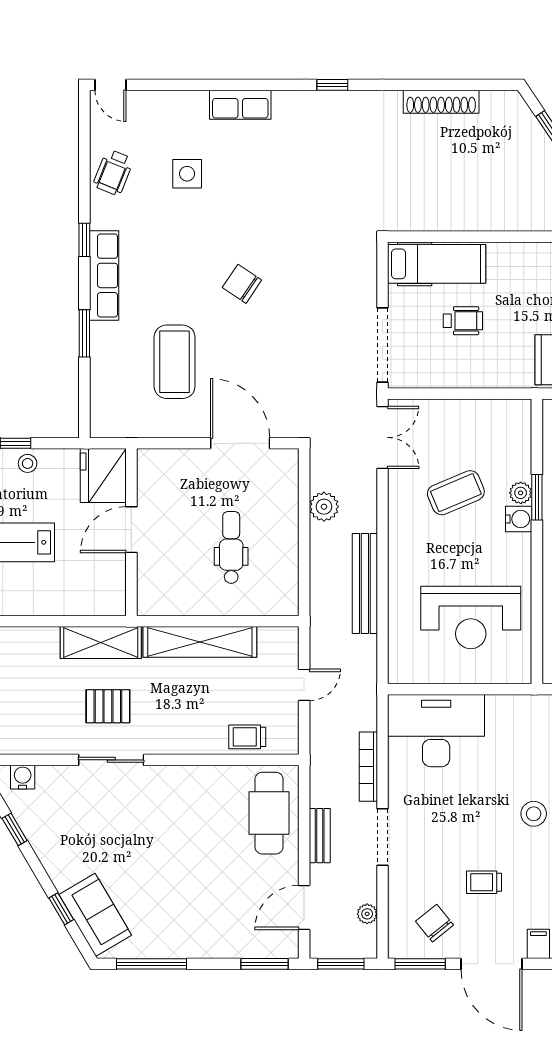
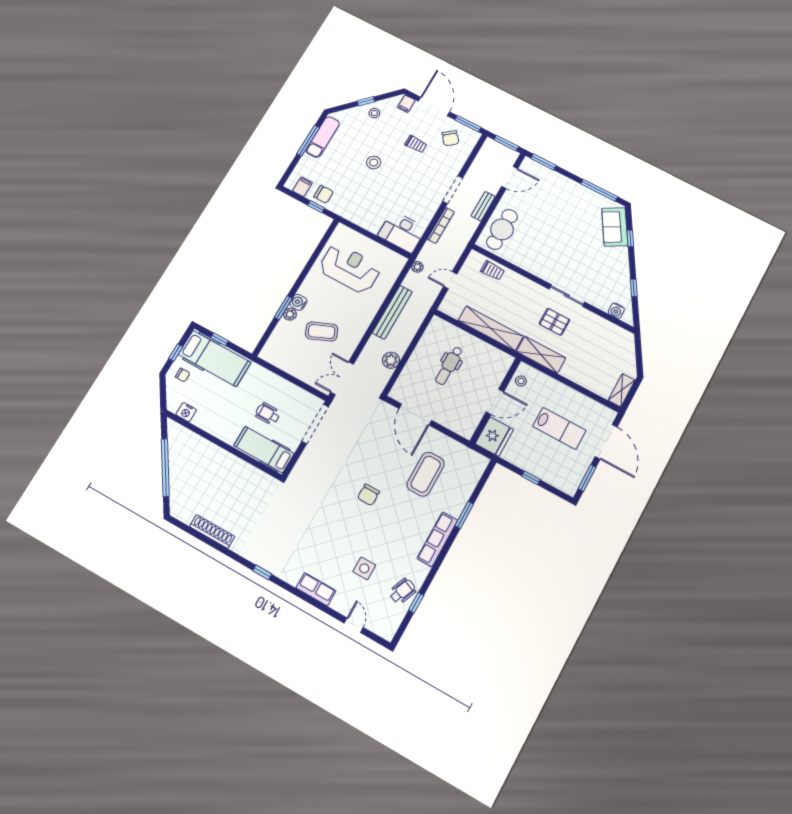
door: (110, 85) -> (354, 625), moved
window: (84, 240) -> (416, 603), moved
chair: (242, 284) -> (368, 495), turned 56
stool: (28, 463) -> (521, 381), moved
desk: (436, 731) -> (402, 232), width x0.73, depth x0.77
plant: (367, 914) -> (417, 267), moved

